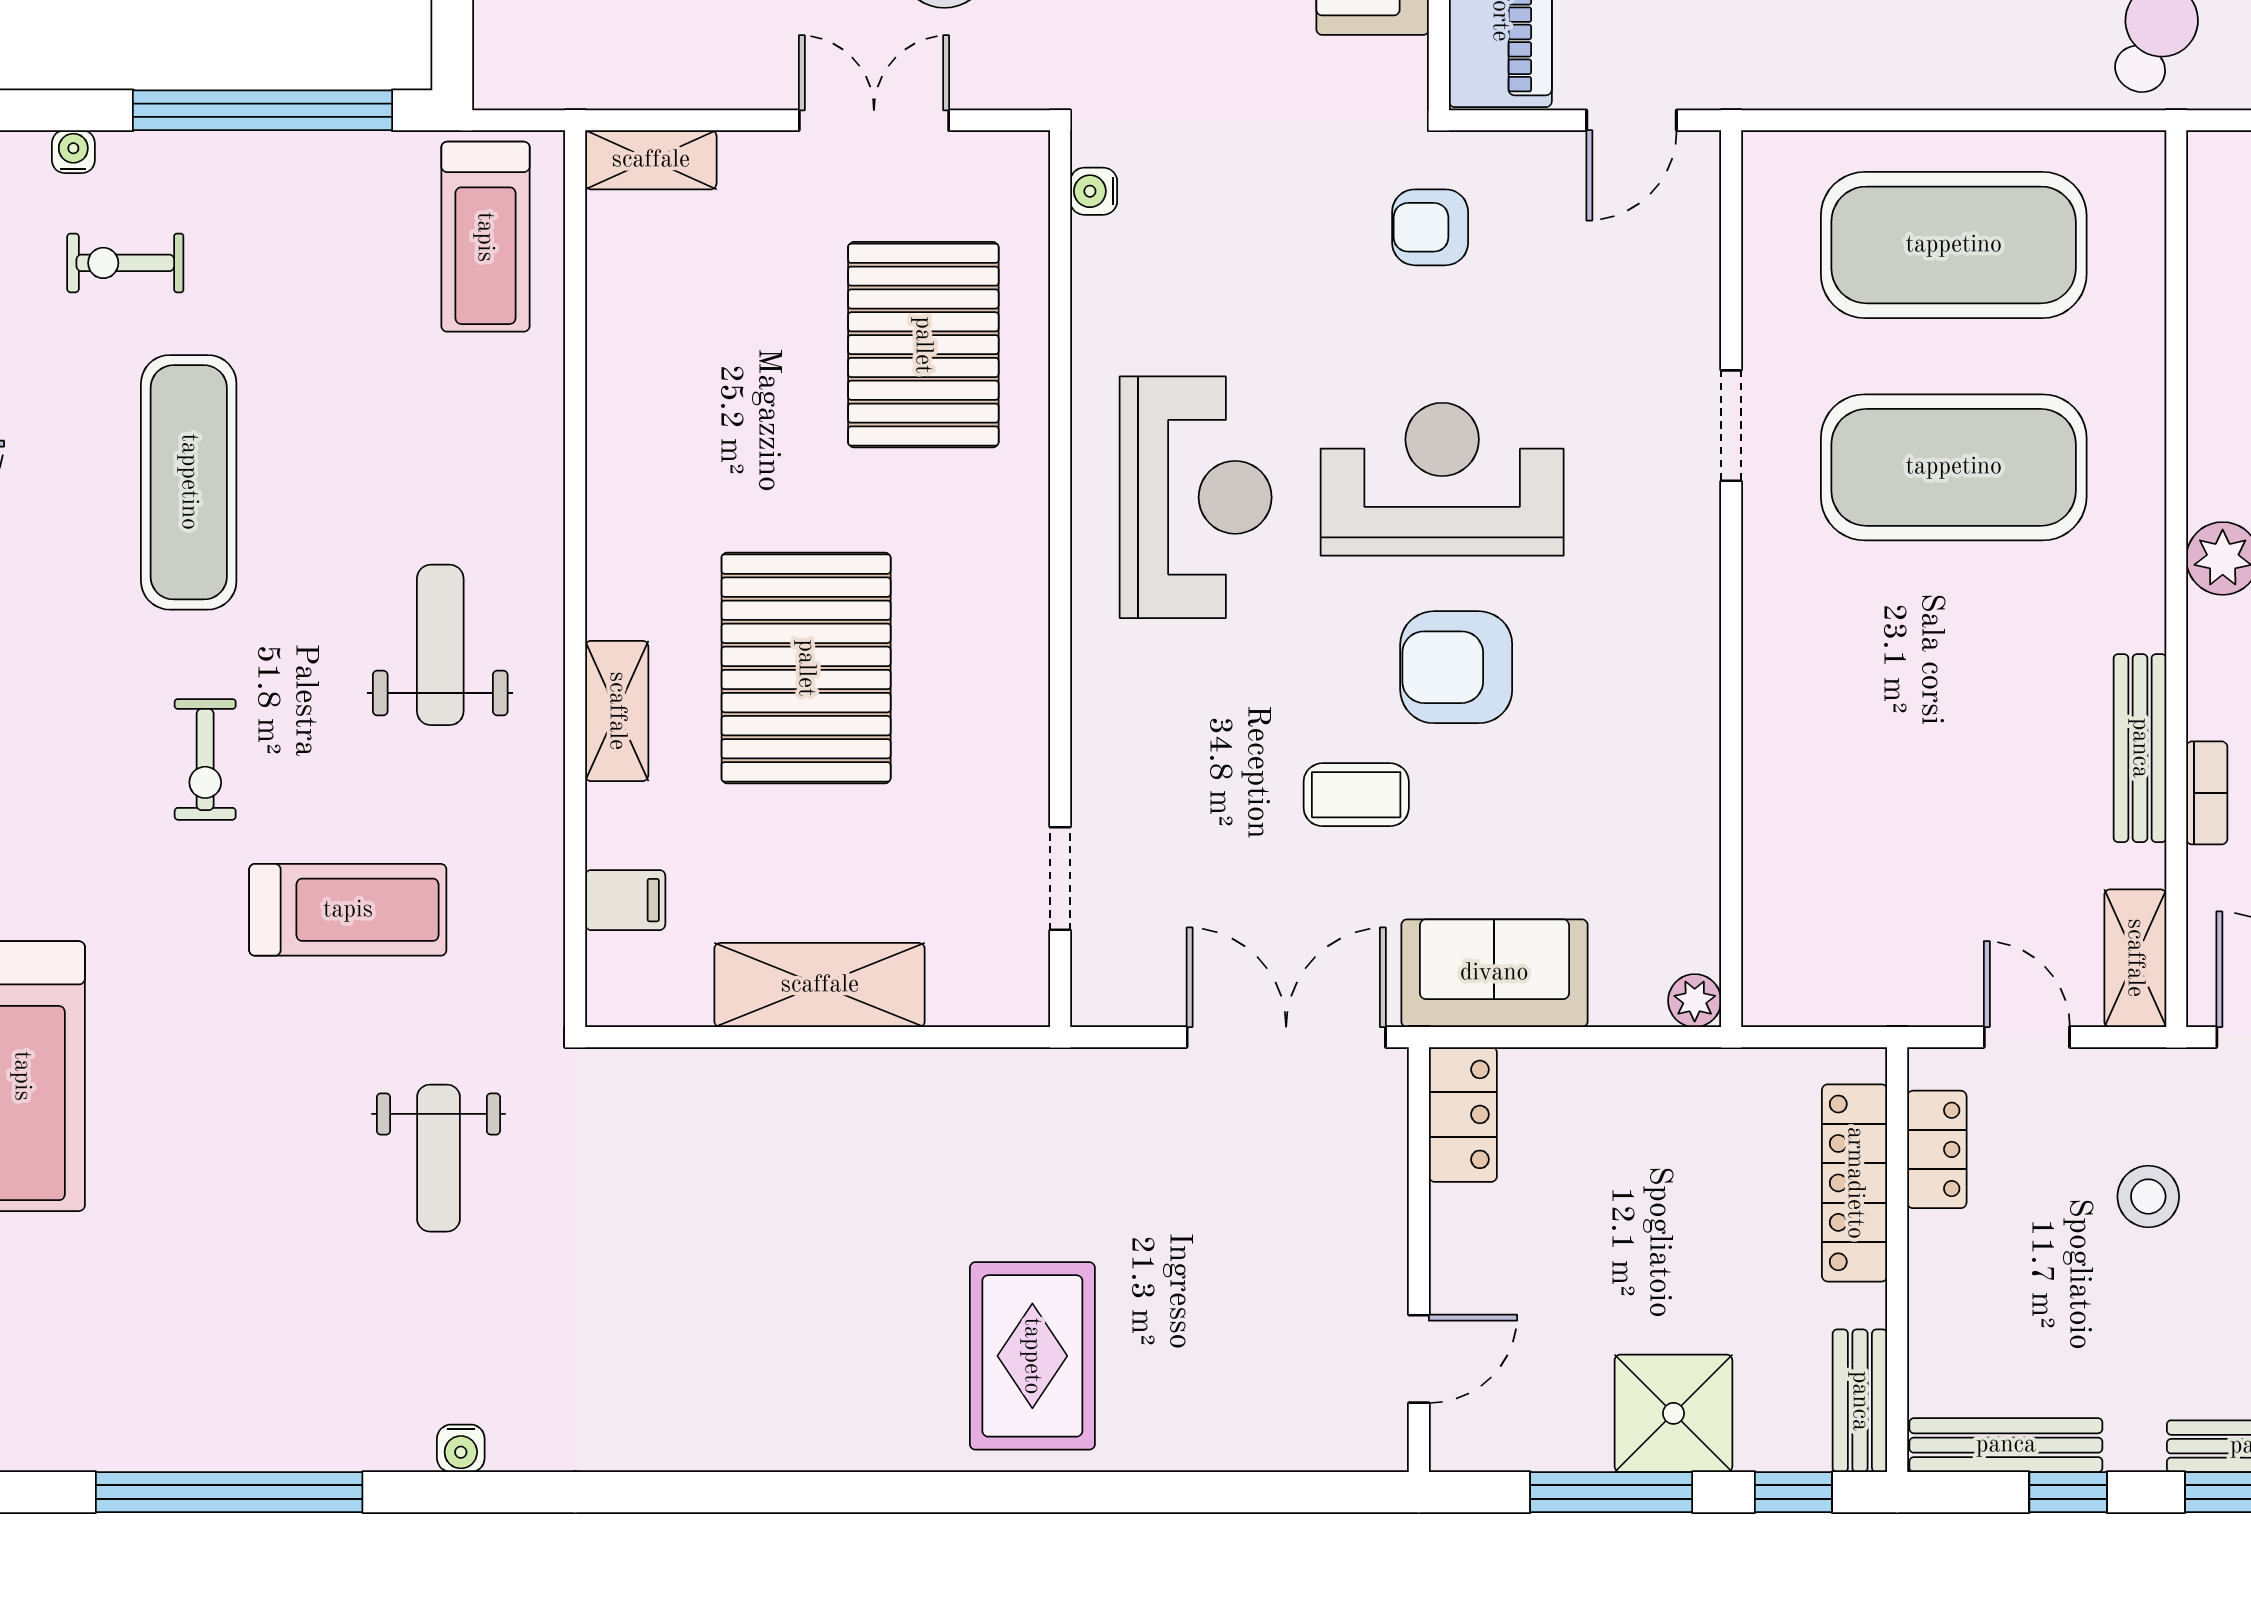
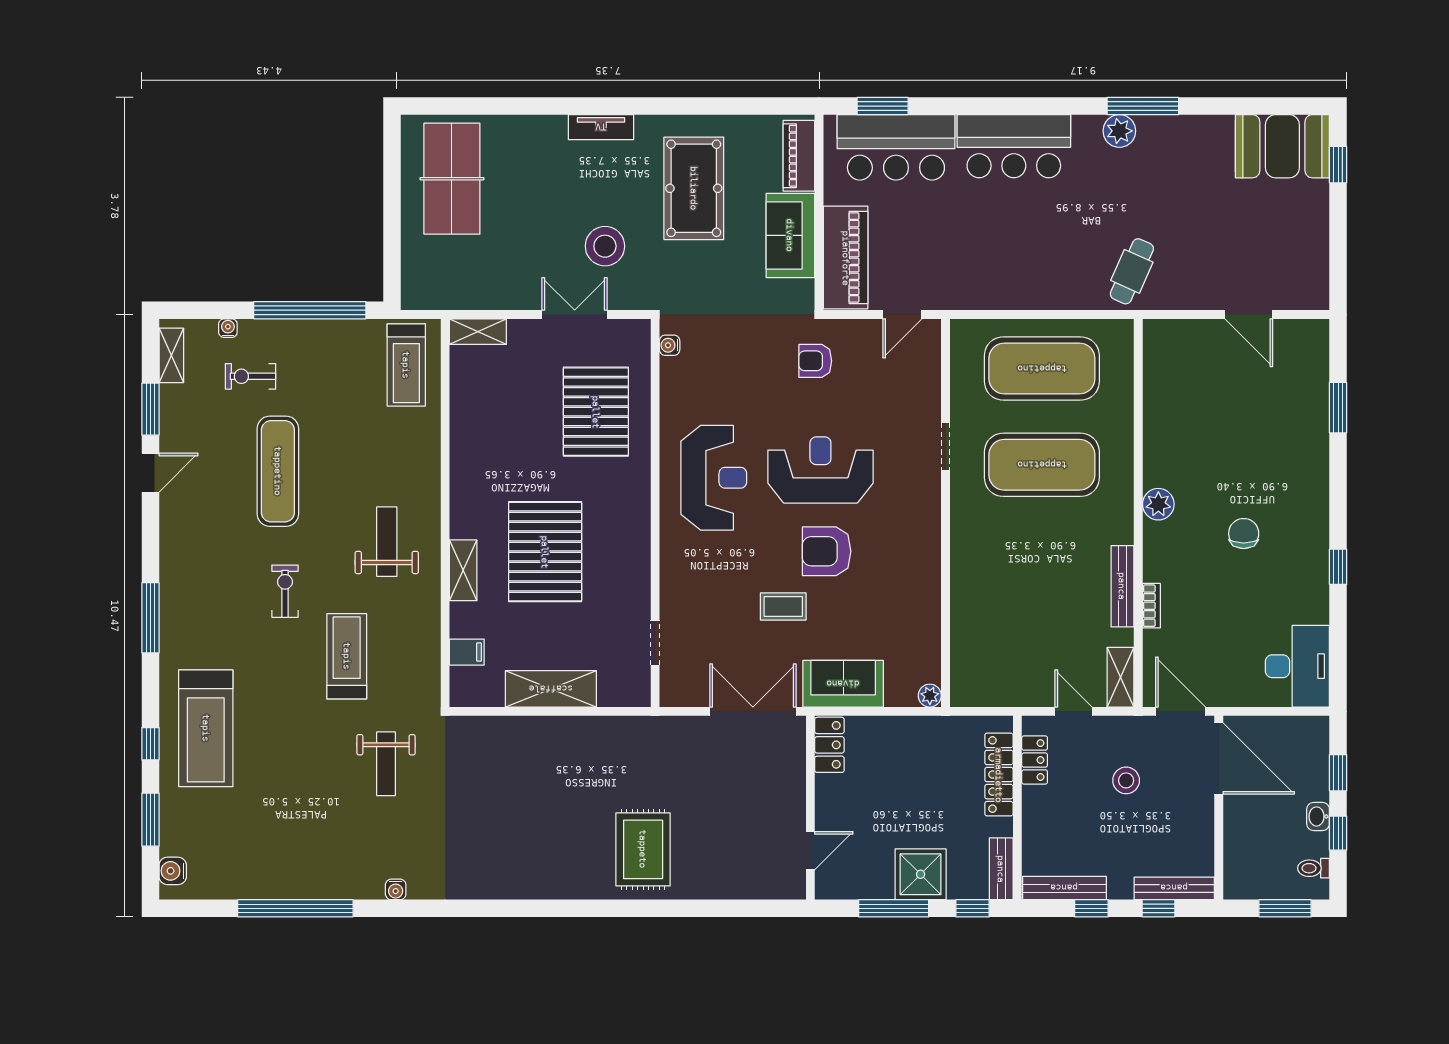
exercise bike: (205, 759) -> (285, 591), turned 180
treadmill: (348, 910) -> (347, 656), turned -90

